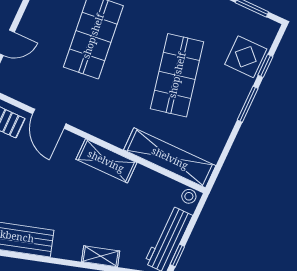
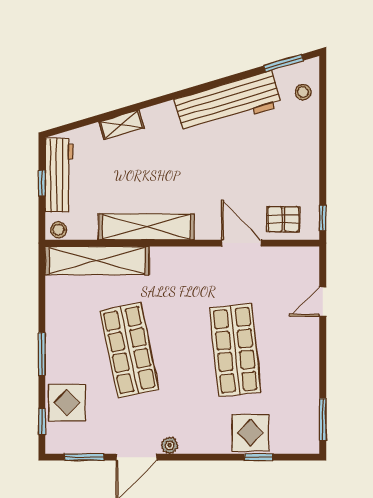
window: (265, 66) -> (42, 422), moved
shelving: (106, 161) -> (146, 227), width x1.47
window: (177, 256) -> (42, 183), moved

